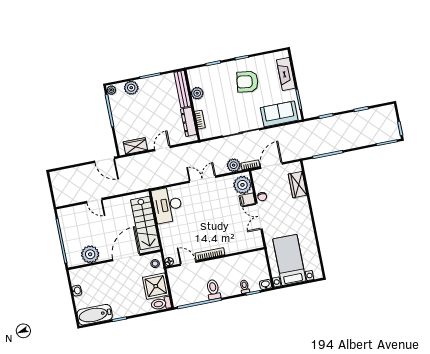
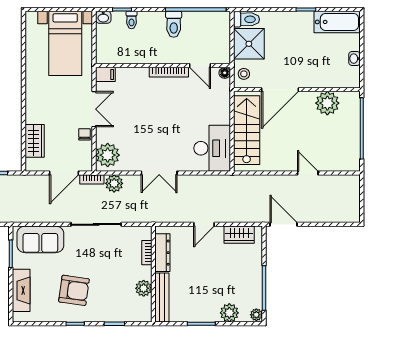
filing cabinet: (247, 199) -> (105, 74), moved

